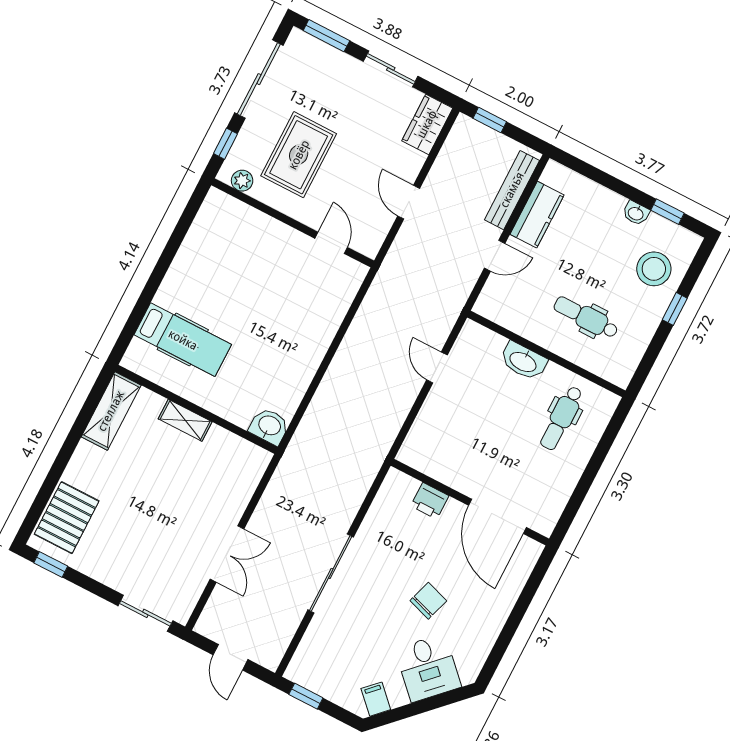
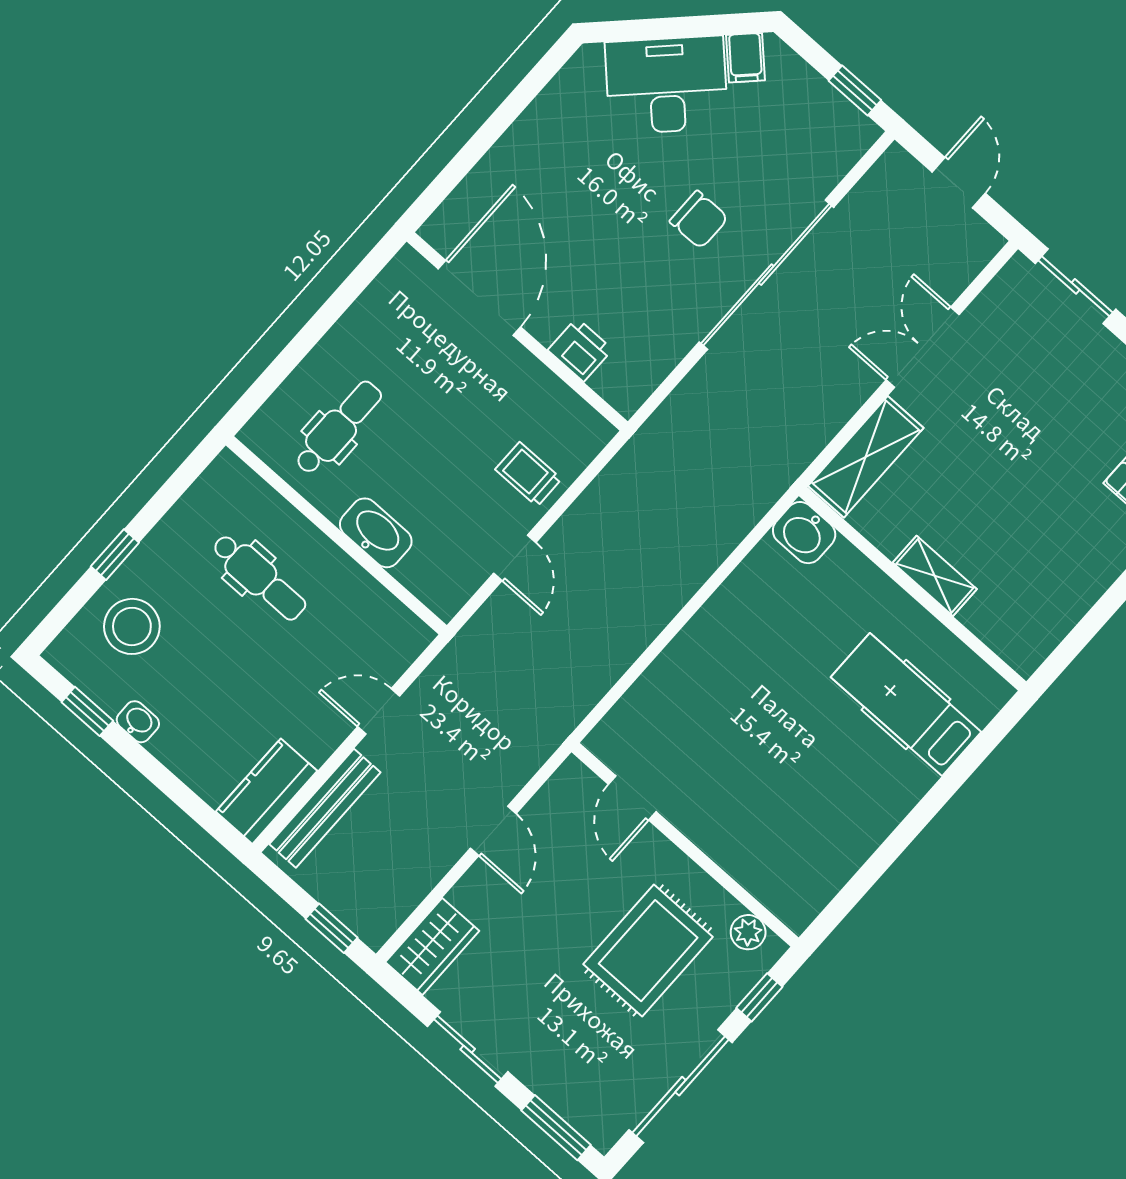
kitchen counter: (537, 215) -> (267, 791), moved
shelving: (111, 411) -> (866, 457), moved
trolley: (442, 419) -> (528, 474), added
sliding door: (331, 574) -> (766, 275), width x1.36
chair: (428, 601) -> (699, 220), moved, turned -108
desk: (428, 668) -> (666, 85), width x1.37

